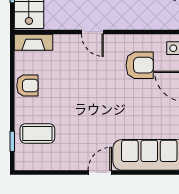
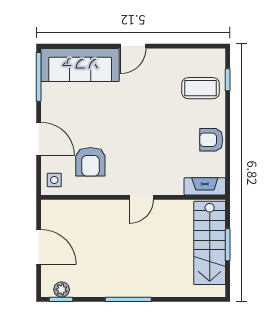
door: (92, 32) -> (141, 197), swing flipped
armchair: (140, 65) -> (90, 162), turned -90

